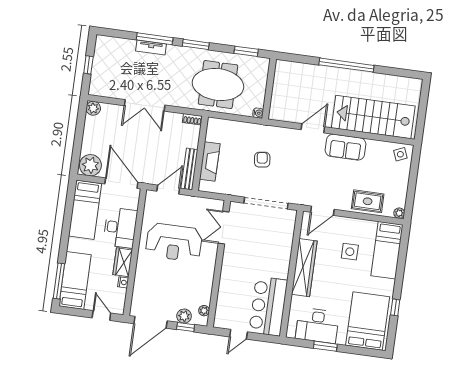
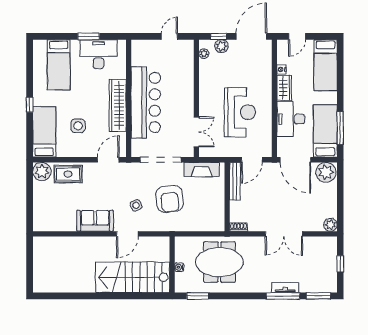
window: (196, 44) -> (318, 296), moved
window: (346, 65) -> (104, 296), removed
double door: (145, 105) -> (284, 234), swing flipped
water cooler: (258, 113) -> (179, 267), moved
stairs: (373, 117) -> (133, 277), moved, turned 180
side table: (400, 154) -> (136, 205), moved
armchair: (262, 160) -> (170, 199), width x1.88, depth x1.88
fireplace: (210, 162) -> (202, 170), moved, turned -90
plant: (399, 213) -> (42, 172), width x1.87, depth x1.87
reception desk: (174, 242) -> (240, 112), turned 90
window: (59, 281) -> (340, 128), moved
bar counter: (268, 306) -> (146, 103), moved, width x1.36
window: (395, 307) -> (30, 105), moved
door: (101, 315) -> (297, 36), hinge flipped
bed: (368, 321) -> (59, 65), width x0.67

